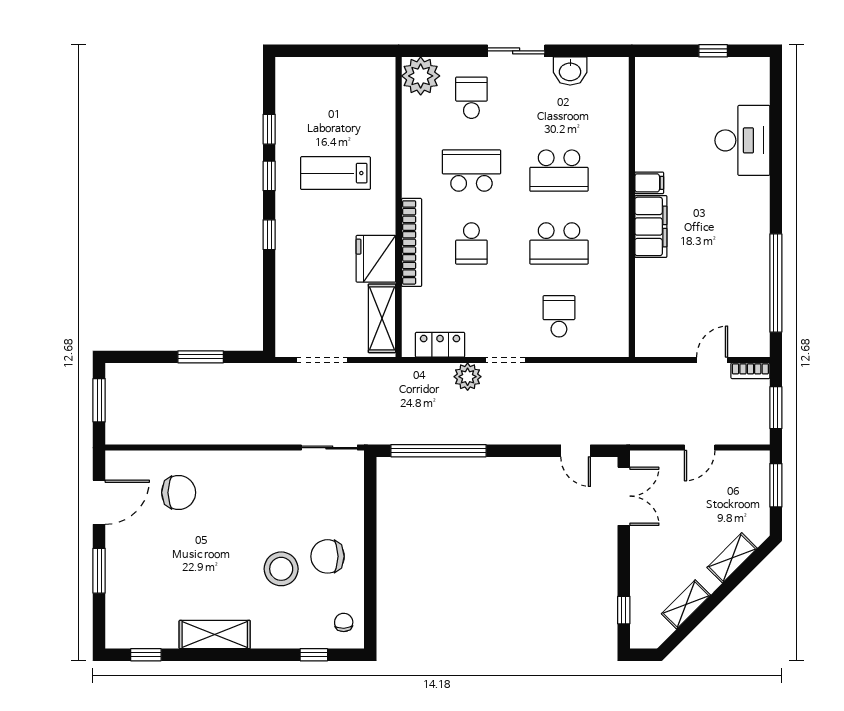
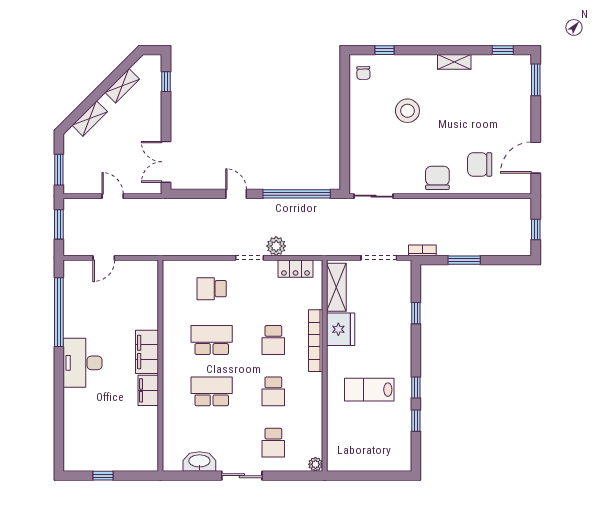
washbasin: (570, 71) -> (199, 461), width x1.38
plant: (421, 76) -> (315, 464), width x0.53, depth x0.53
desk: (742, 140) -> (82, 363), moved
school desk: (471, 171) -> (273, 391), width x0.54
lab bench: (335, 173) -> (369, 390), turned 180
filing cabinet: (649, 183) -> (148, 390), width x2.00
window: (269, 235) -> (416, 313), moved
school desk: (471, 243) -> (273, 340), turned 180
school desk: (559, 316) -> (212, 289), turned 90
bookcase: (750, 371) -> (422, 250), moved
window: (99, 400) -> (536, 230), width x0.67
door: (700, 448) -> (113, 196), hinge flipped
door: (576, 451) -> (236, 194), moved
chair: (328, 556) -> (437, 178), moved, turned -90
window: (99, 571) -> (536, 80), moved
shelving: (215, 635) -> (454, 62), width x0.67, depth x0.75

